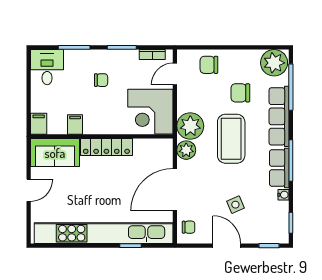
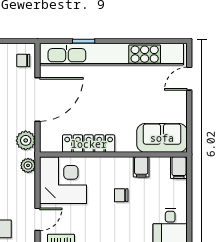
chair: (101, 80) -> (121, 195), moved
plant: (190, 126) -> (28, 165), width x0.53, depth x0.53
locker: (106, 147) -> (89, 144), moved
door: (29, 190) -> (189, 79), moved

